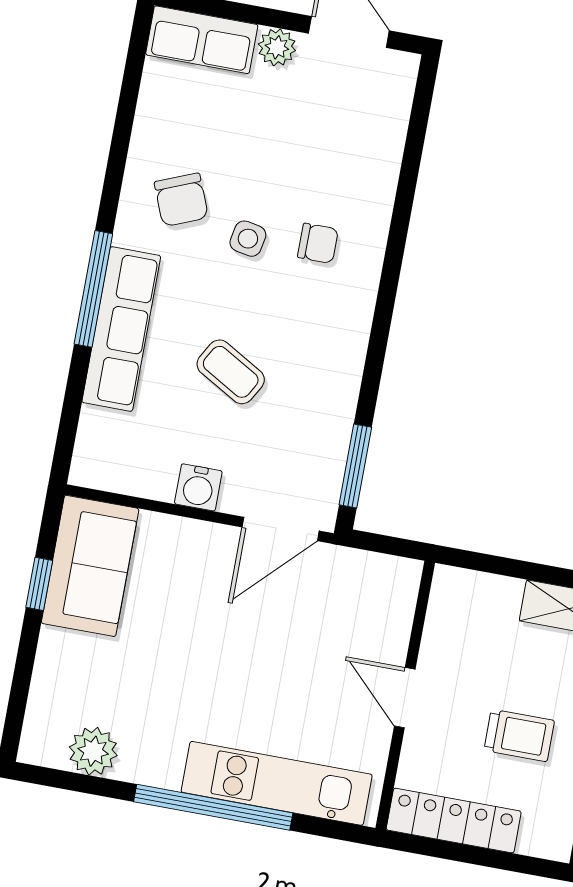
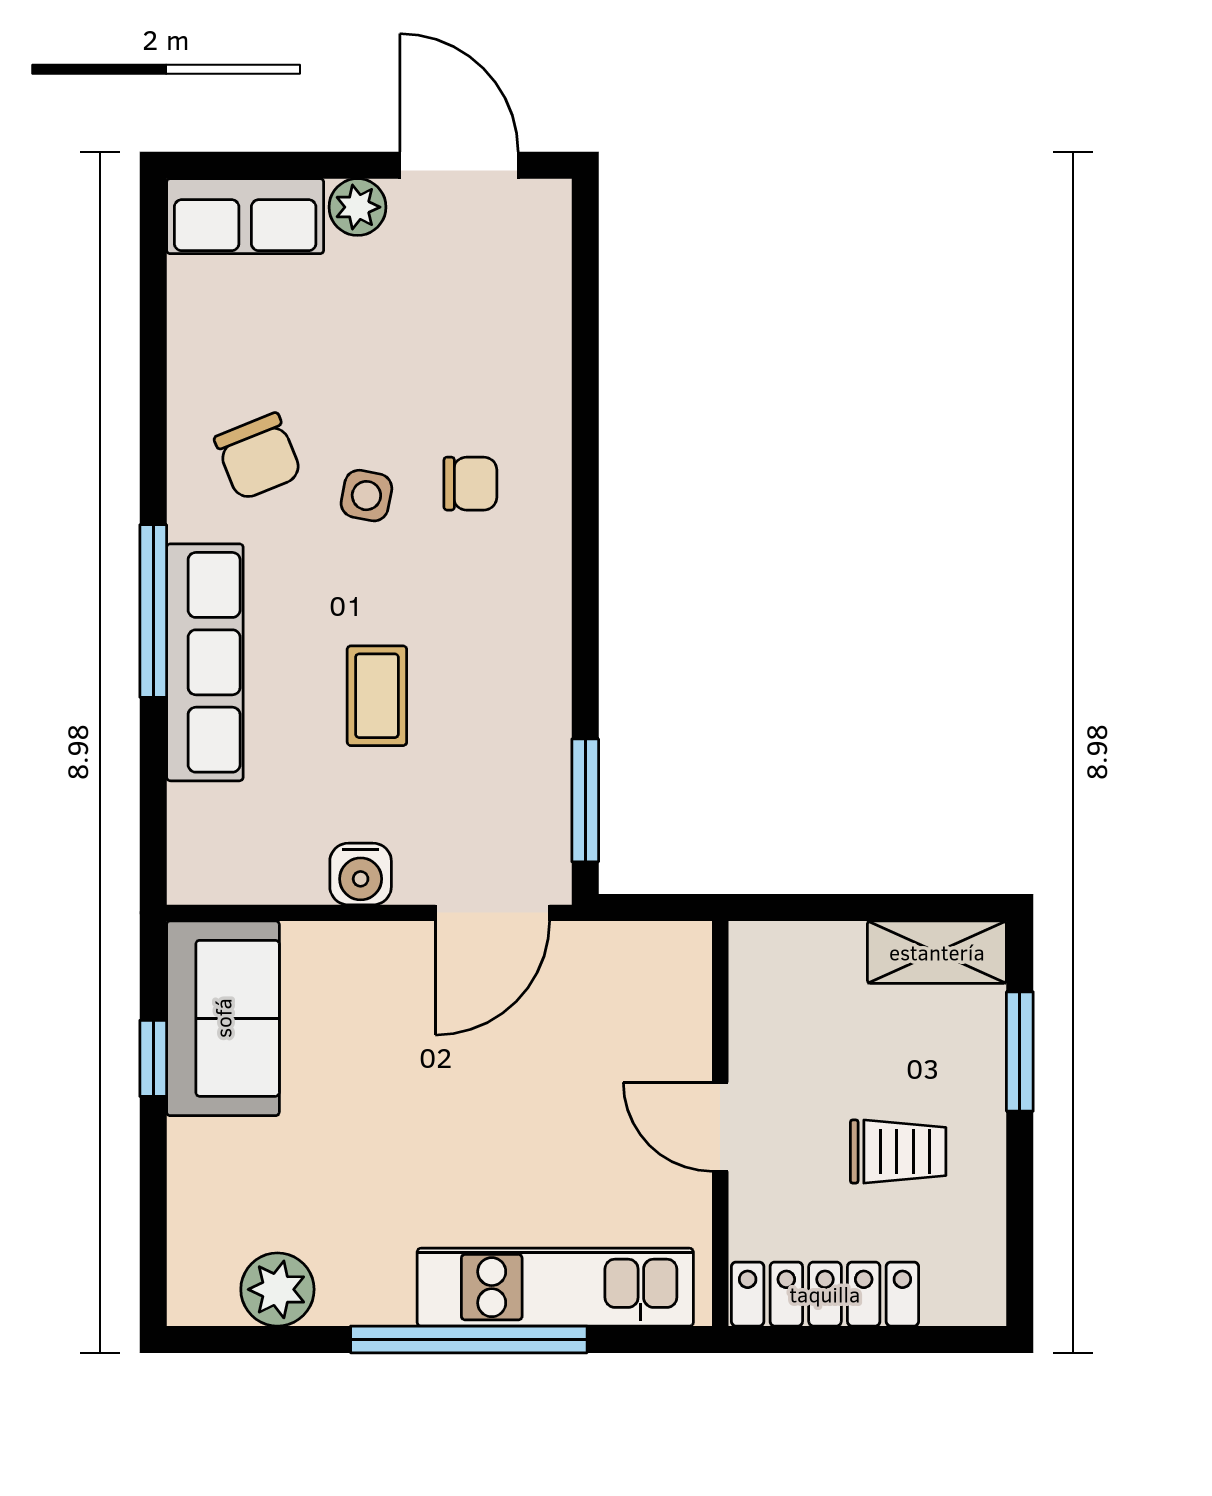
coffee table: (231, 372) -> (377, 696), turned 60

